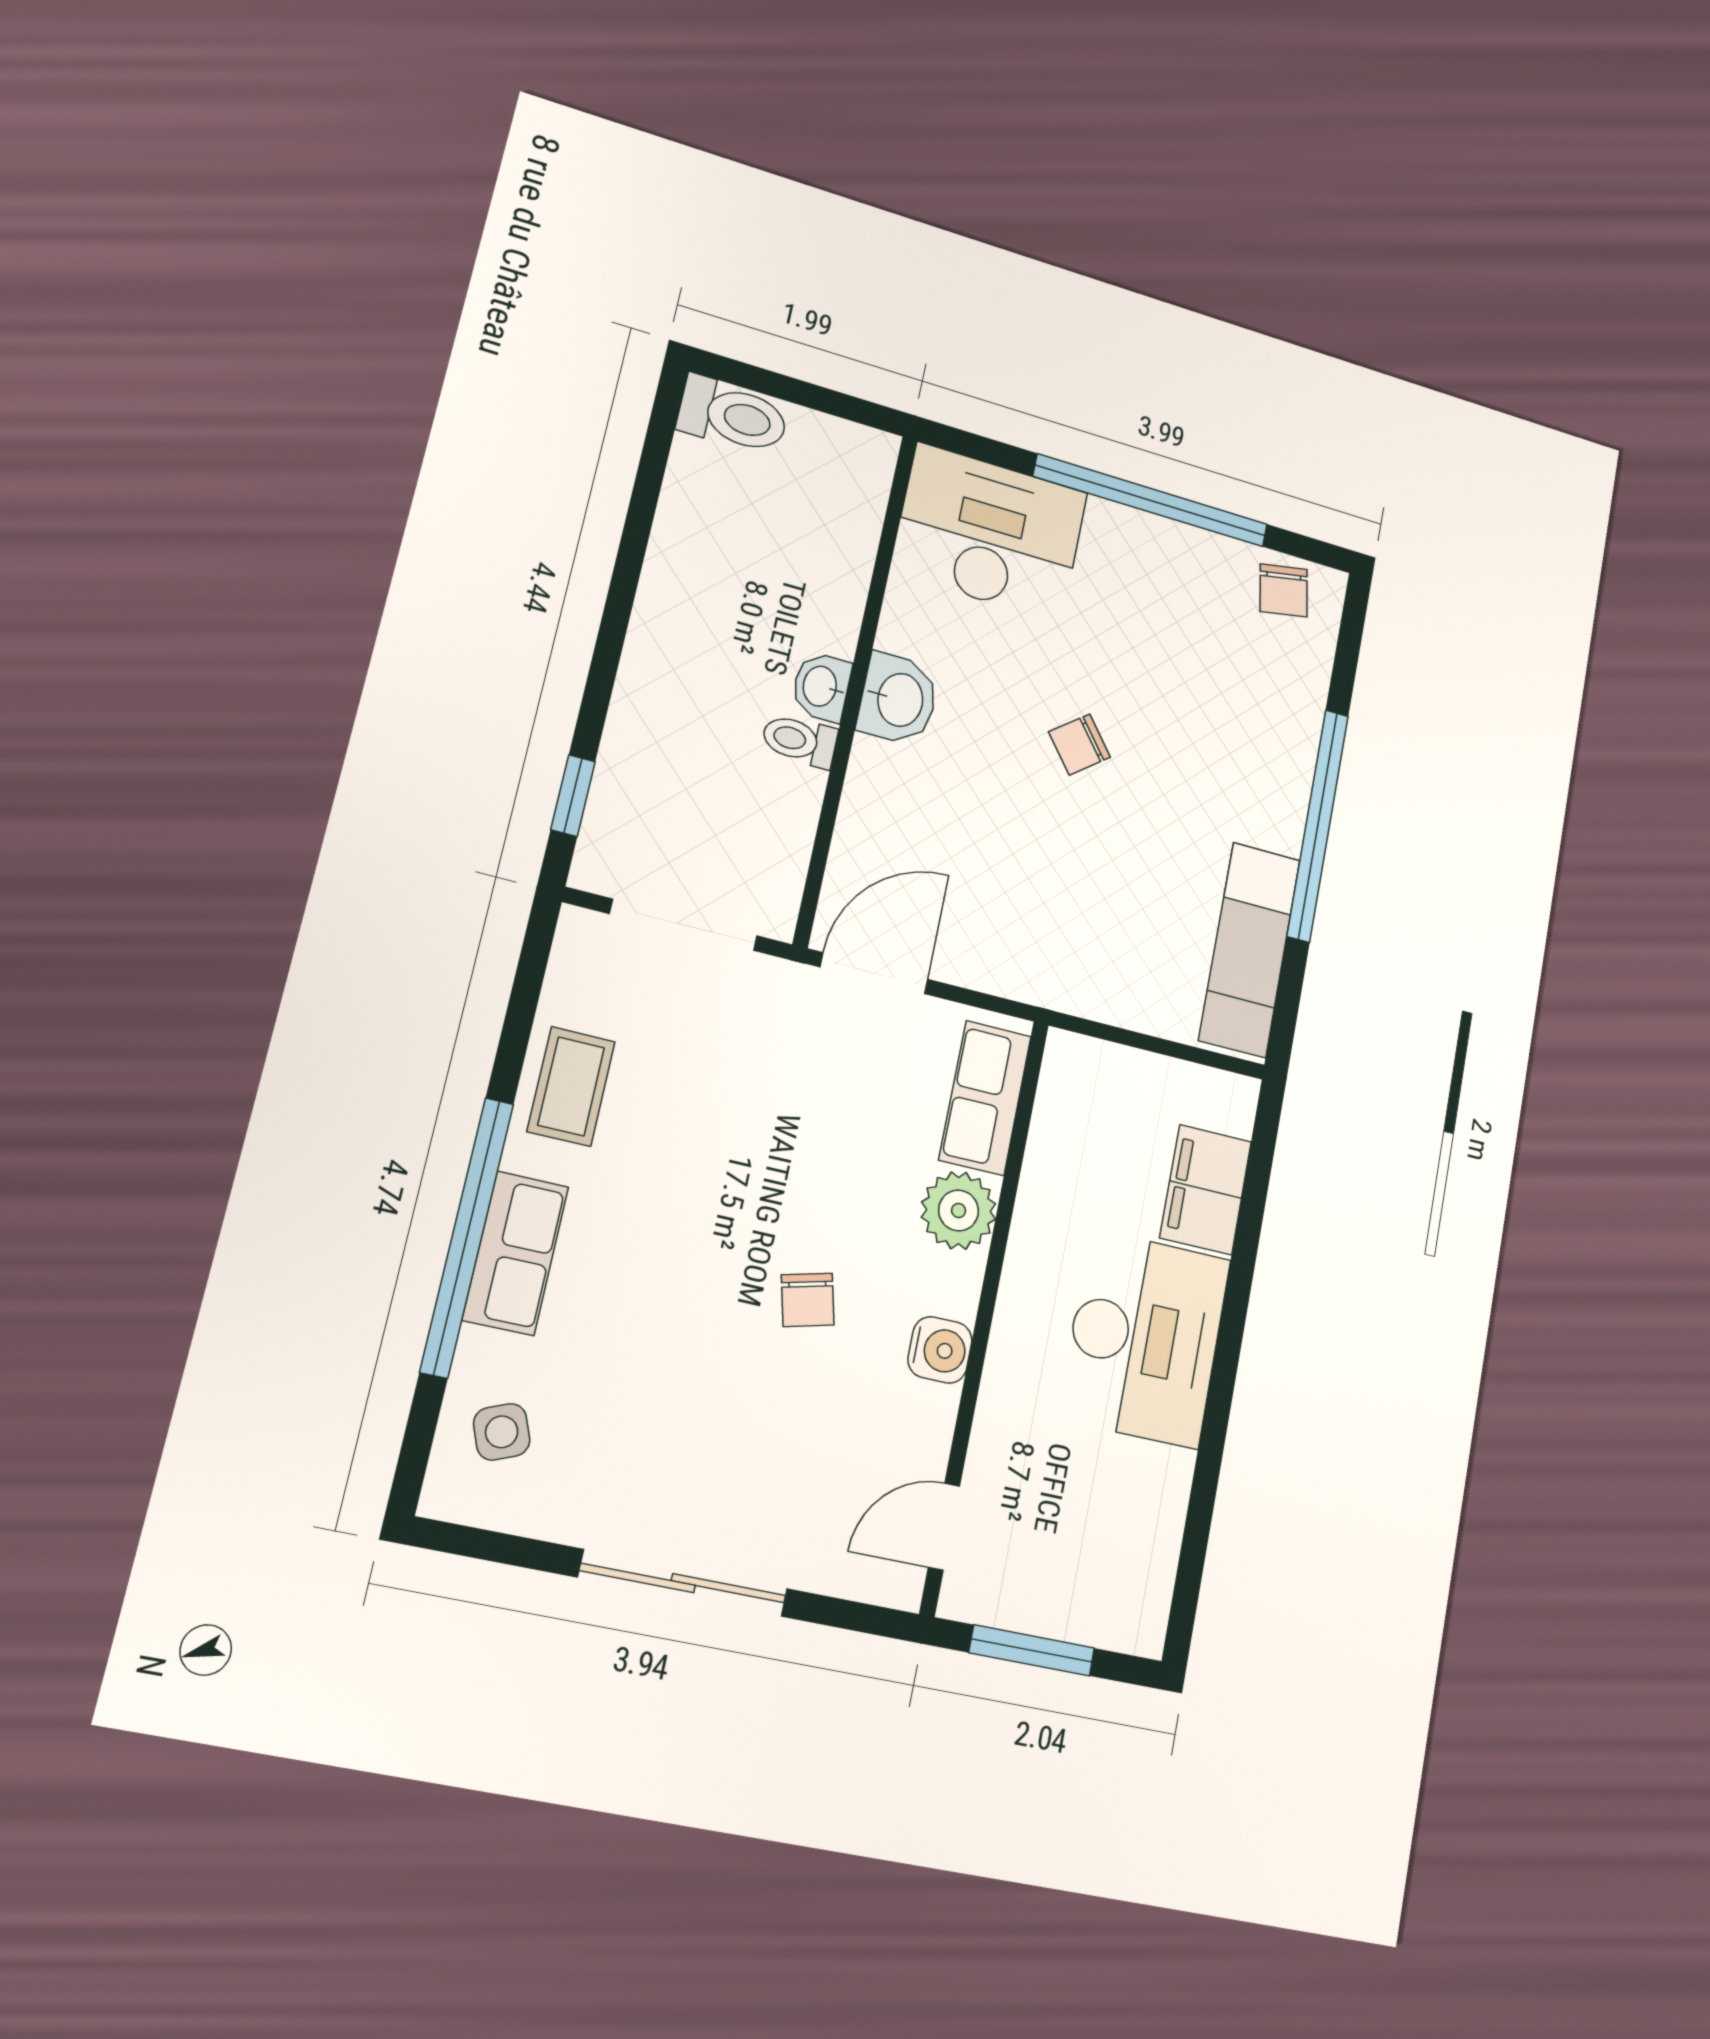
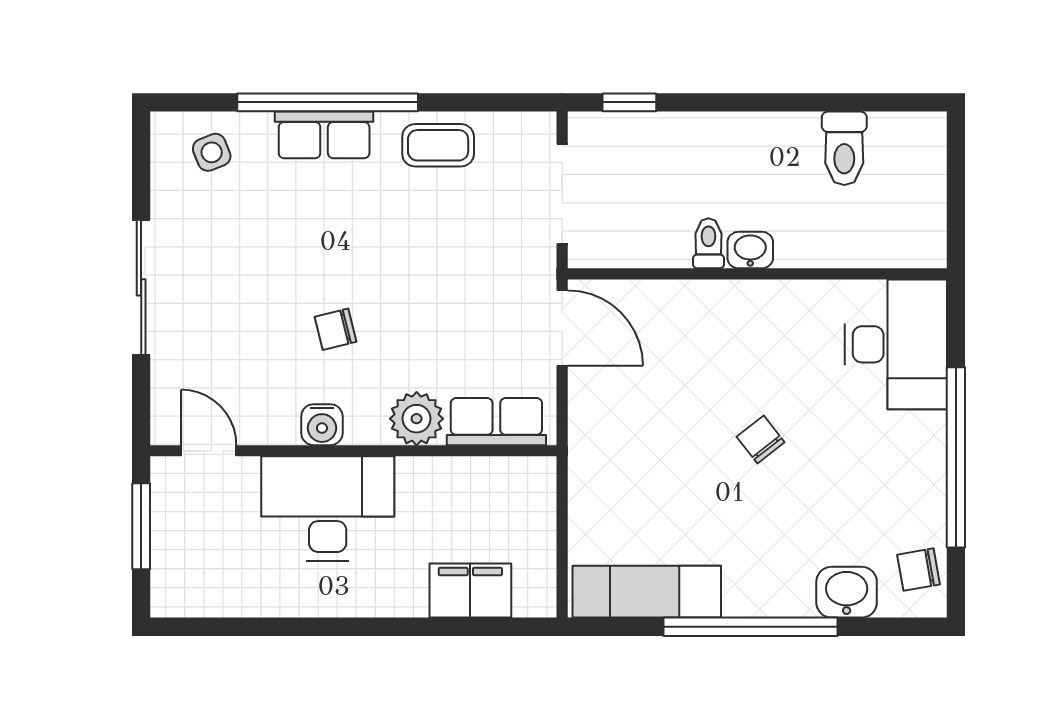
toilet: (733, 416) -> (844, 148), moved
washbasin: (898, 699) -> (847, 592), moved, turned 180
desk: (1145, 1339) -> (328, 508), moved, turned 180

